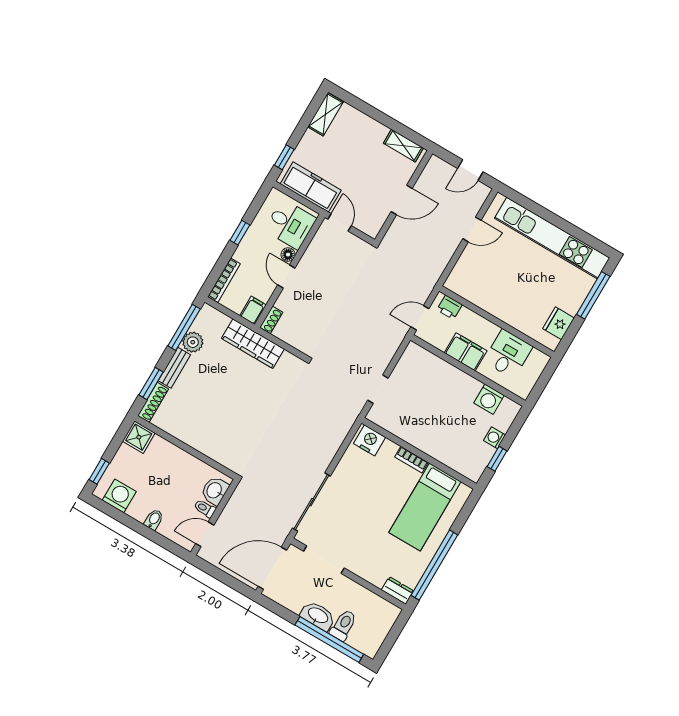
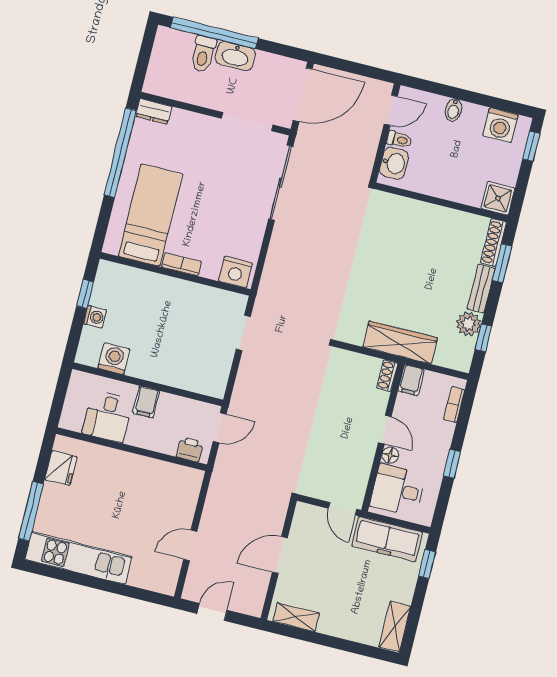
kitchen unit: (552, 238) -> (78, 558), width x0.73
bookcase: (224, 280) -> (454, 405), width x0.64
window: (184, 327) -> (484, 338), width x0.46
filing cabinet: (466, 352) -> (146, 402), width x0.50

